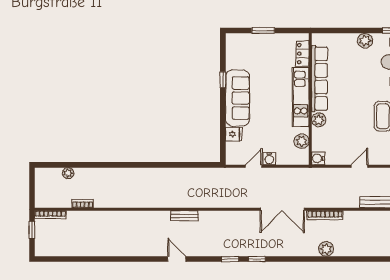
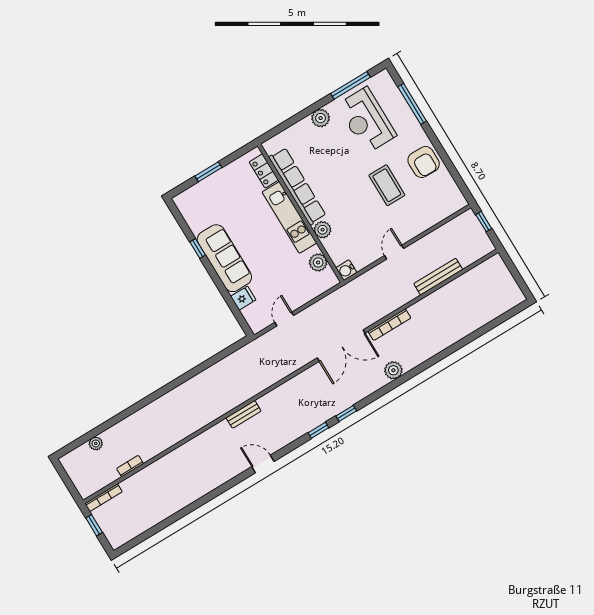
water cooler: (269, 159) -> (296, 301), removed
plant: (326, 249) -> (393, 370), moved

